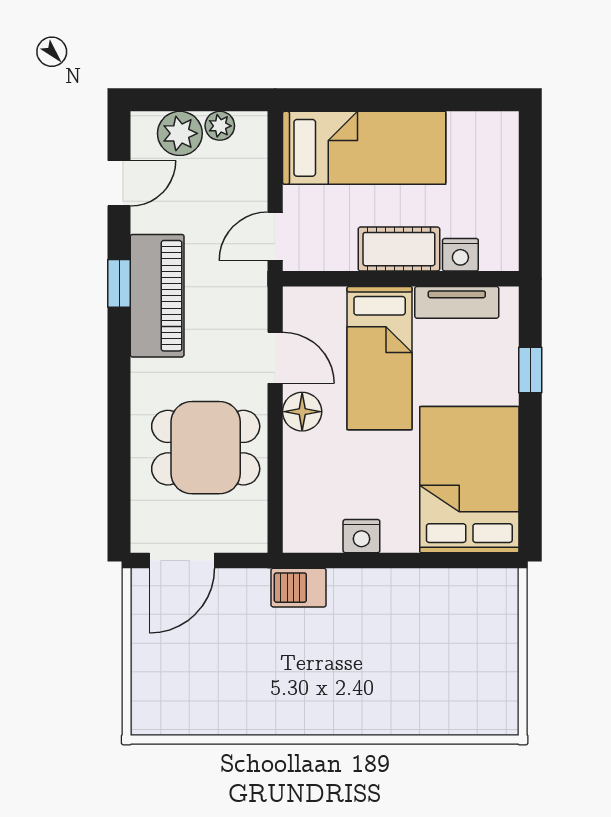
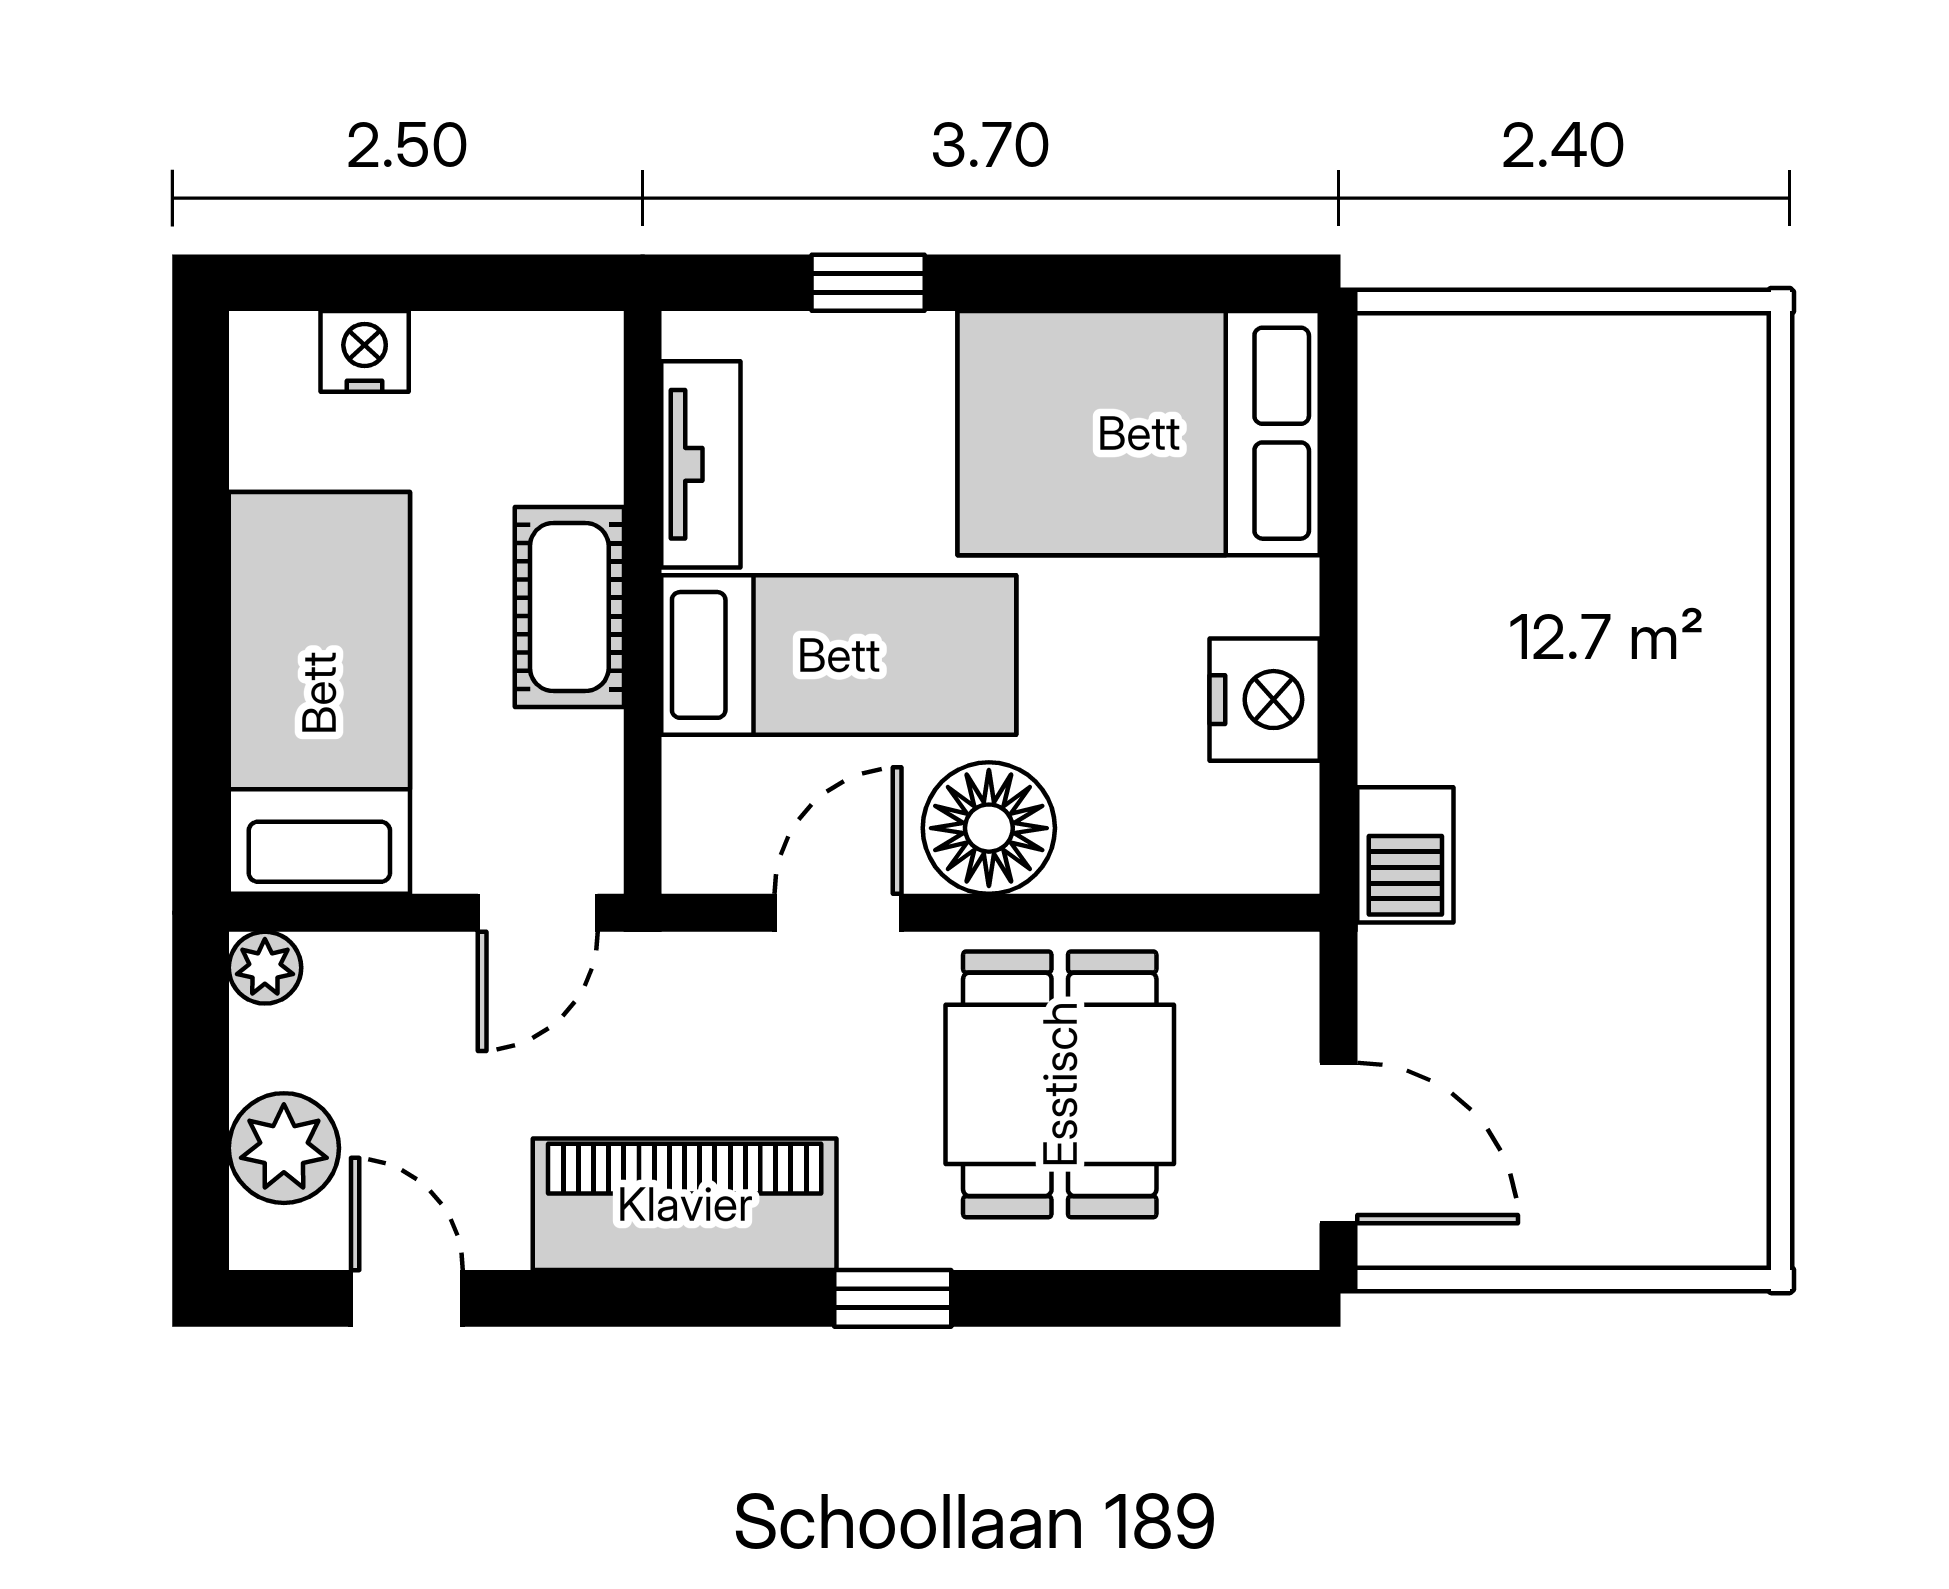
plant: (220, 126) -> (265, 968), moved
door: (275, 236) -> (538, 913), hinge flipped
nightstand: (460, 255) -> (365, 351), moved, turned -90
window: (119, 283) -> (893, 1298), moved
floor lamp: (302, 412) -> (989, 828), width x1.38, depth x1.38
nightstand: (361, 536) -> (1265, 700), width x1.36, depth x1.33

